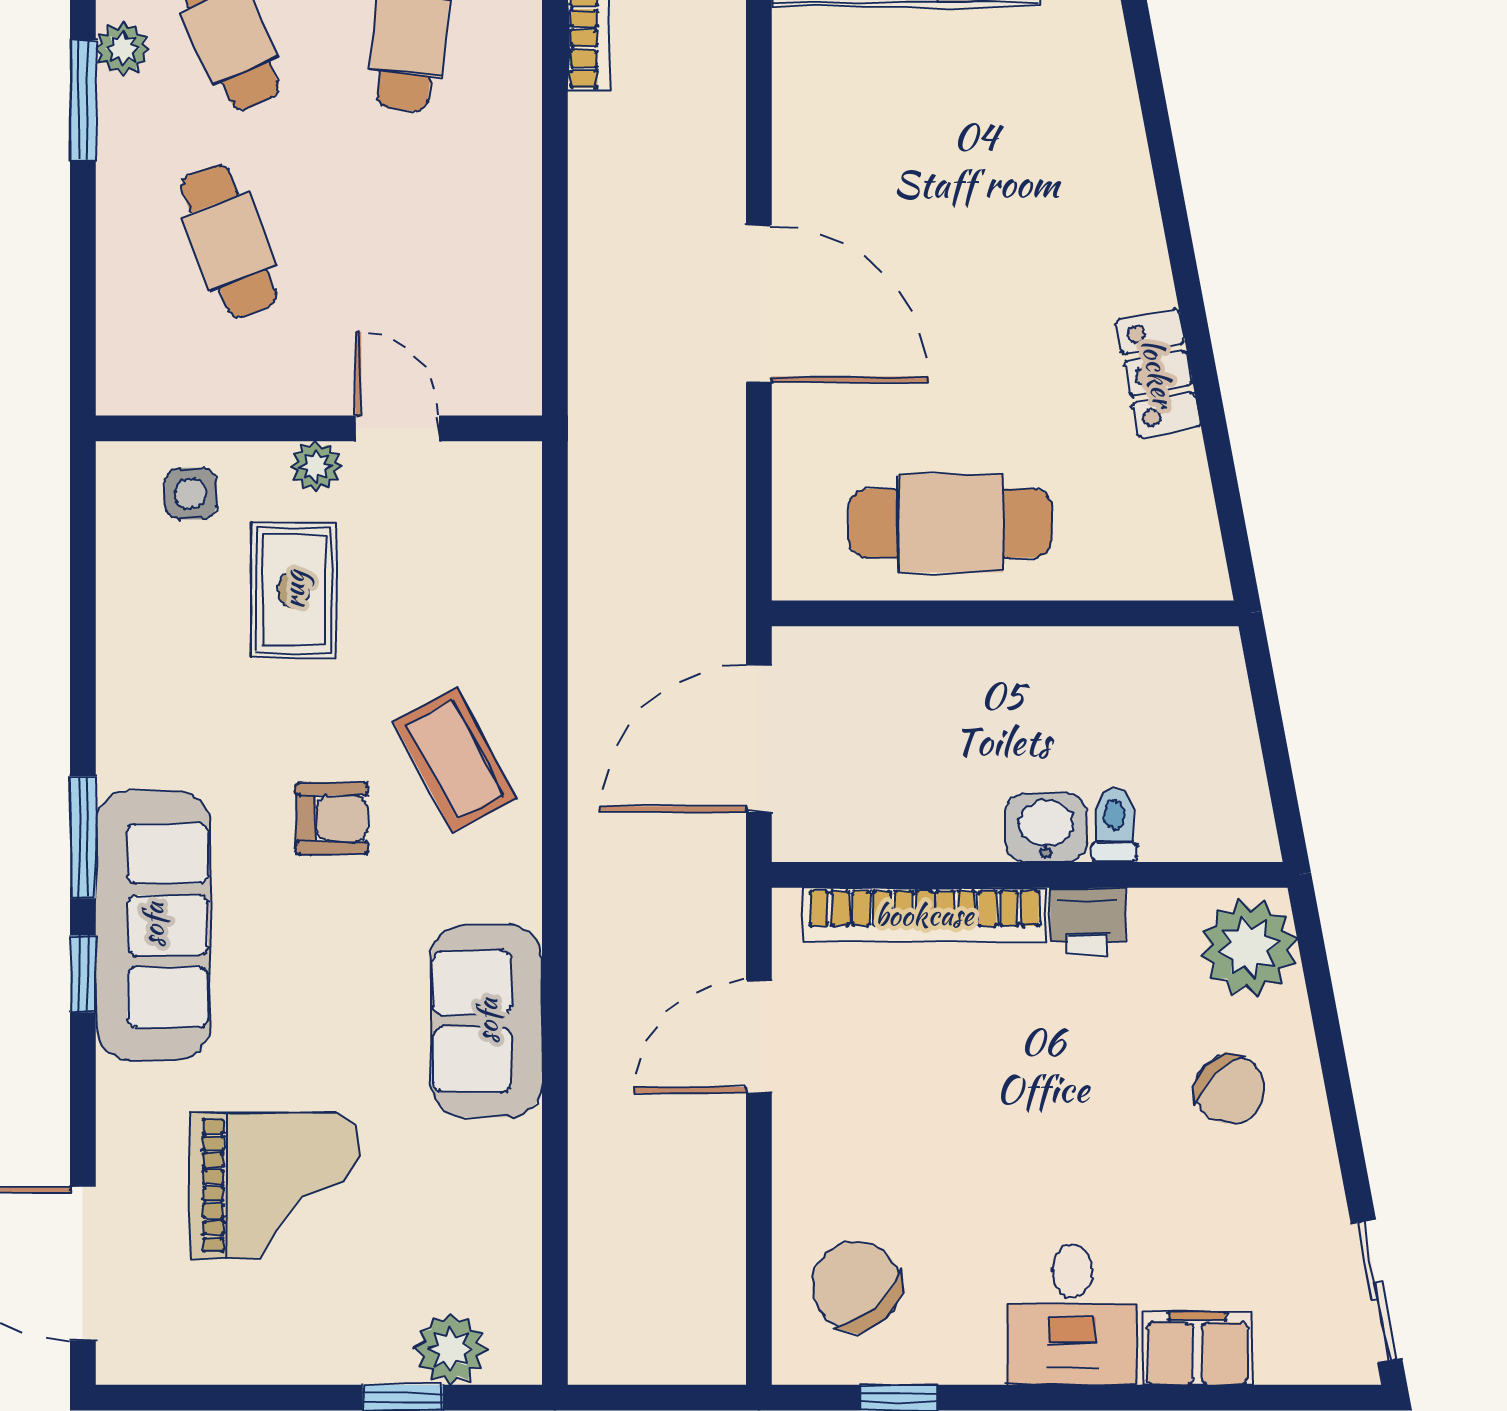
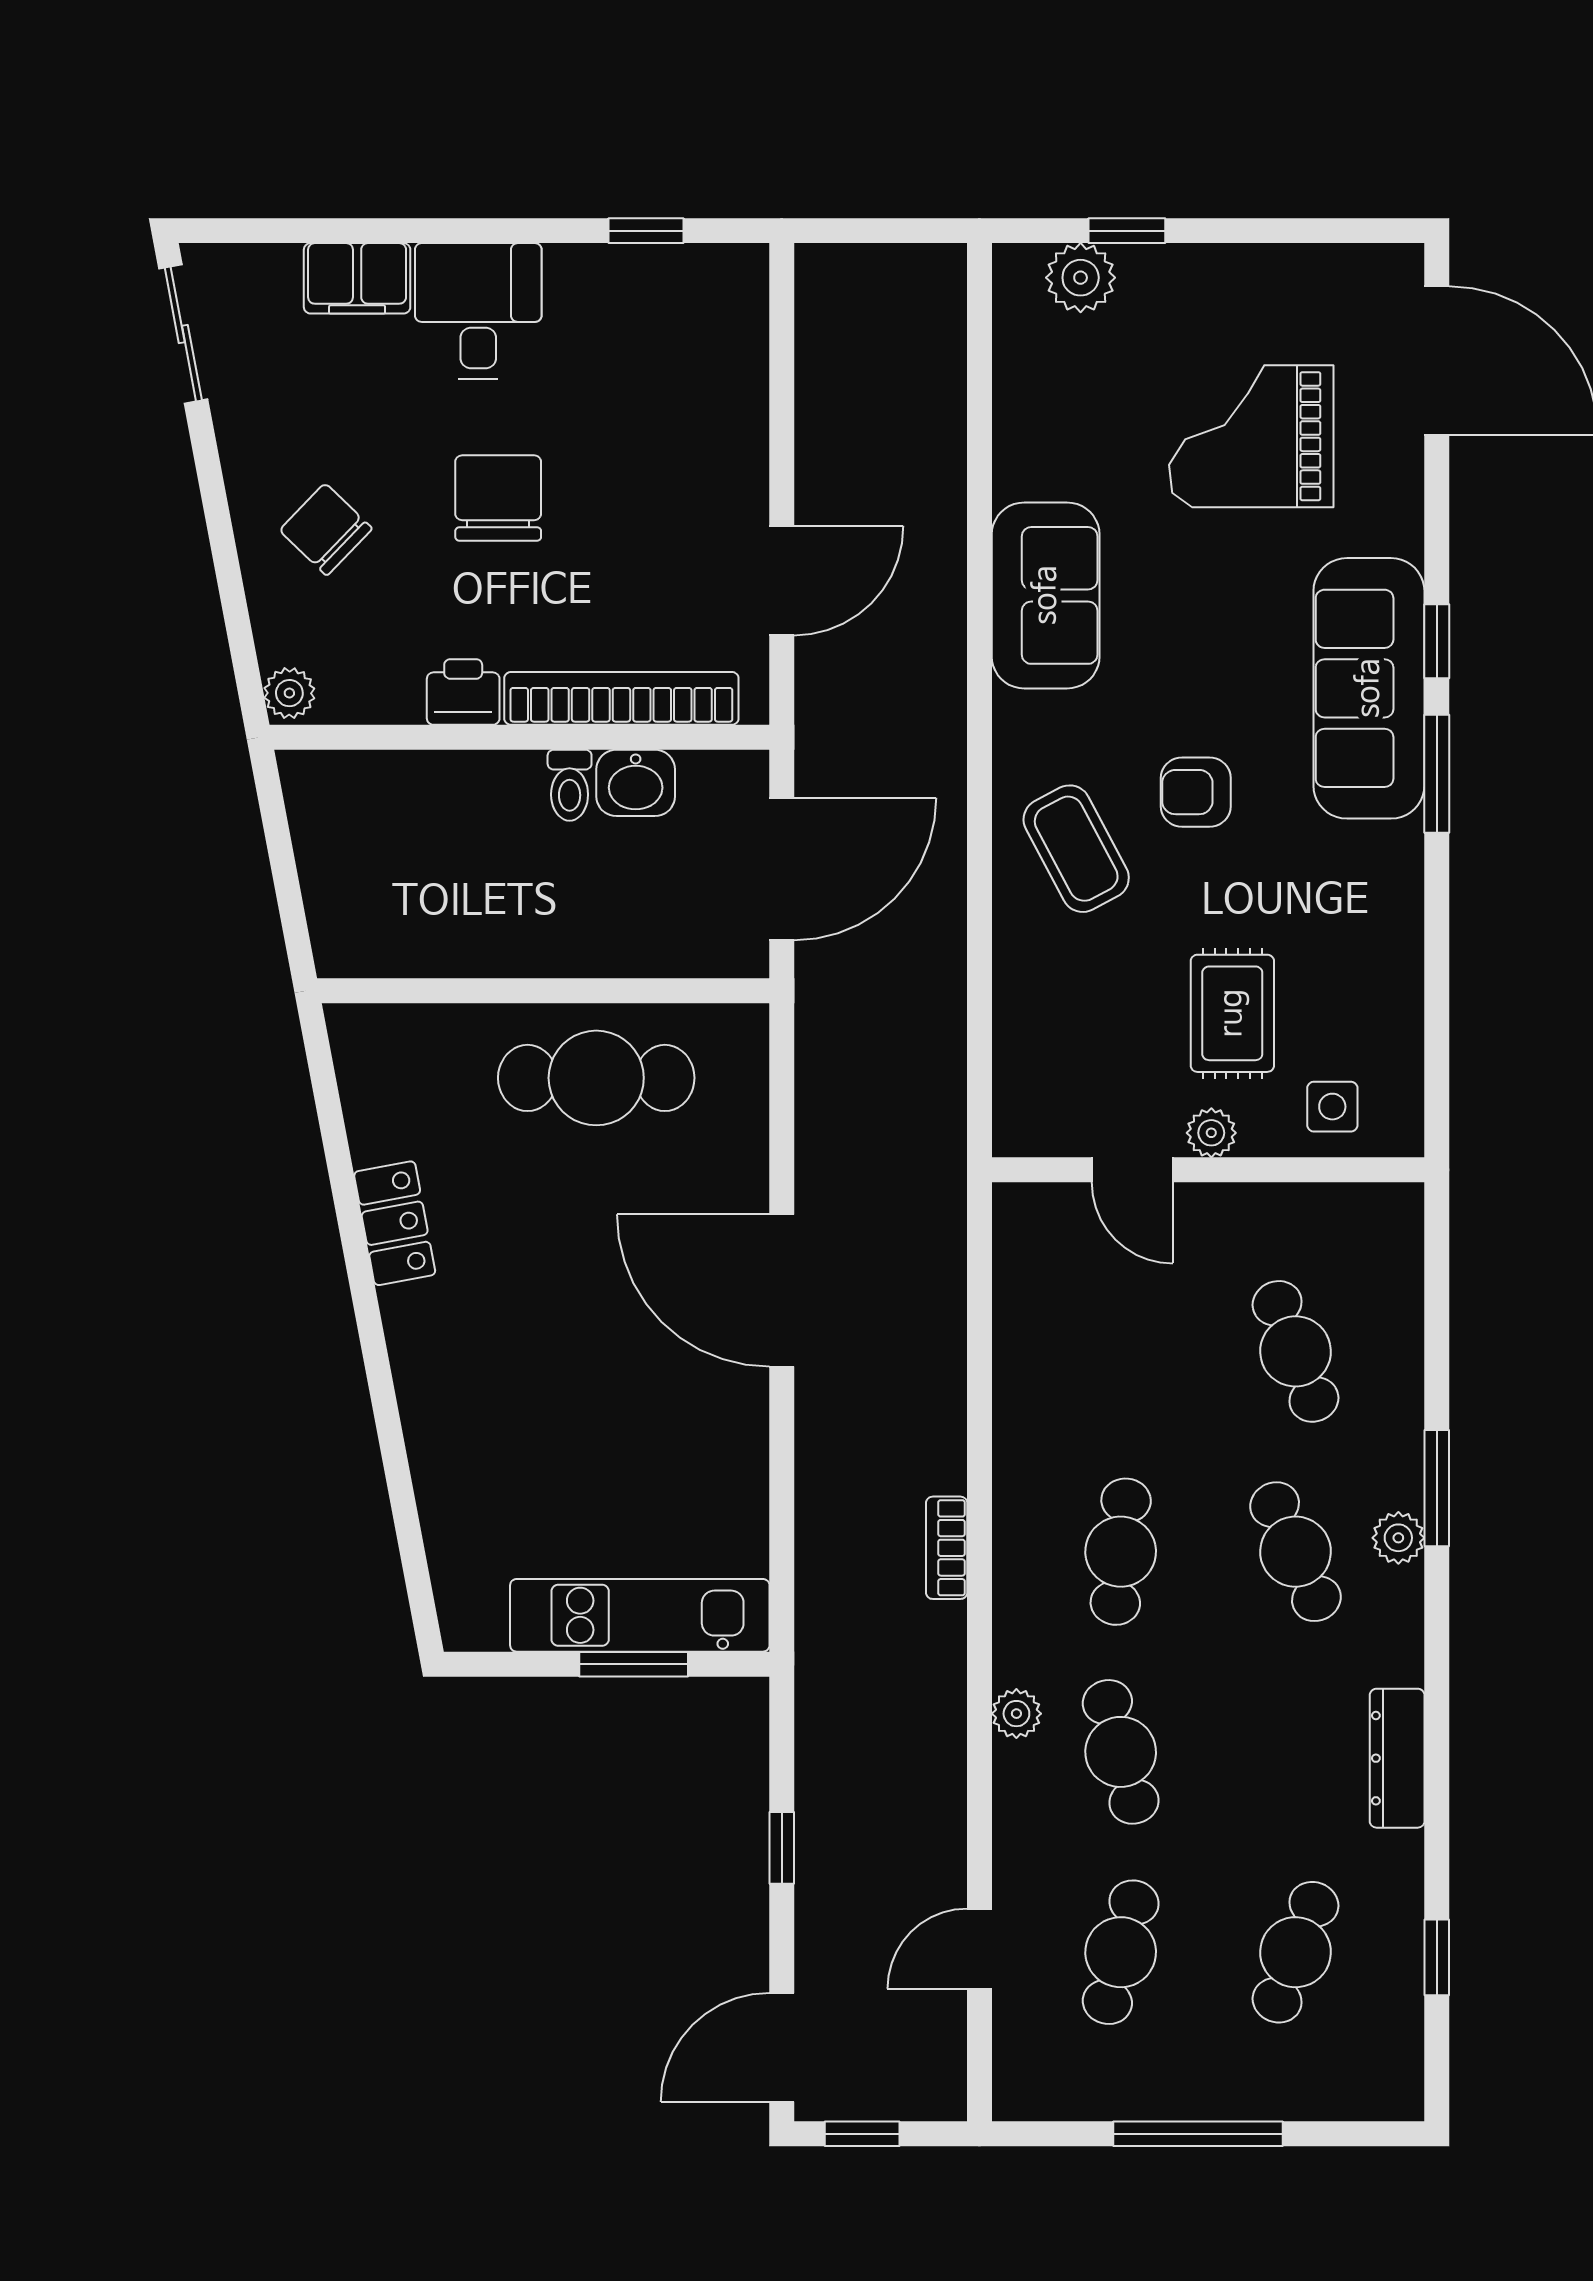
toilet: (1114, 825) -> (570, 785), moved
washbasin: (1046, 828) -> (636, 783), moved
plant: (1249, 947) -> (289, 693), width x0.53, depth x0.53
chair: (856, 1286) -> (498, 498), moved, turned -138

